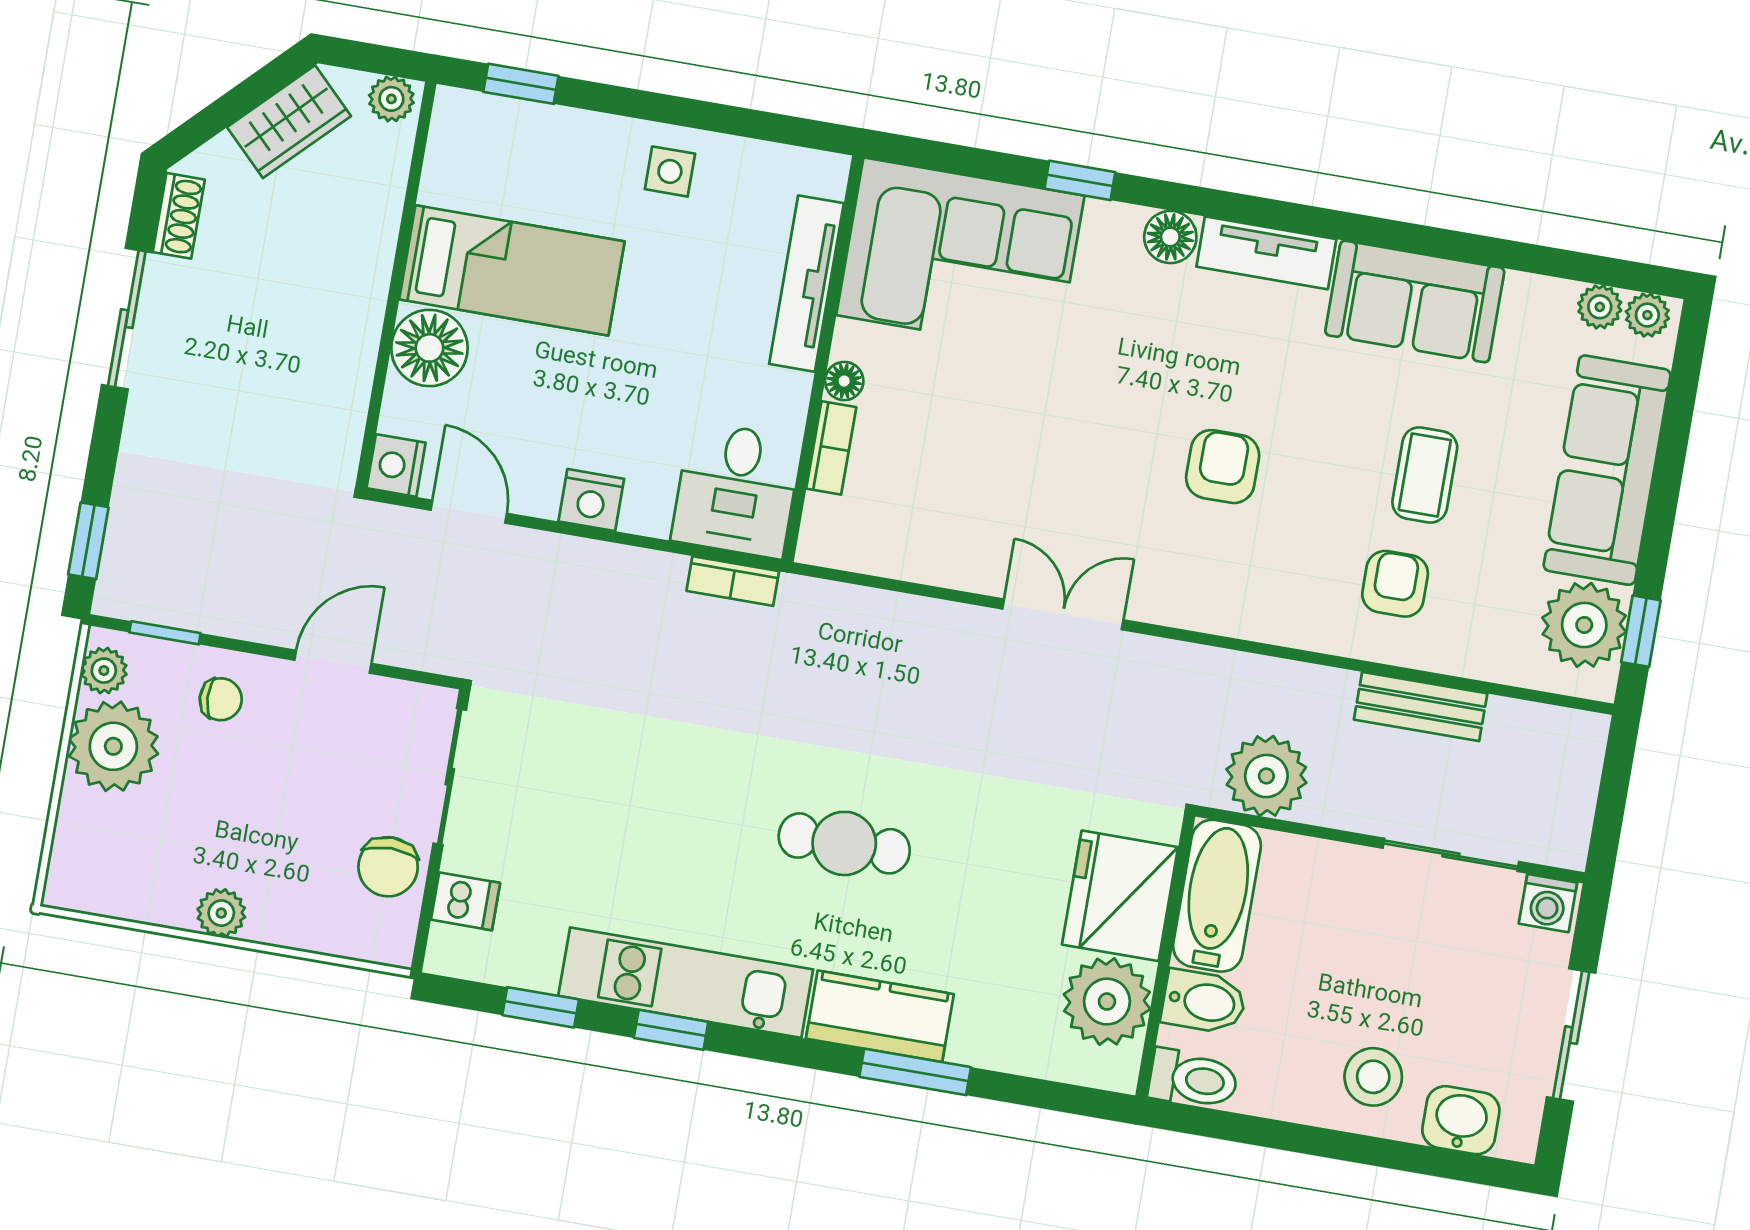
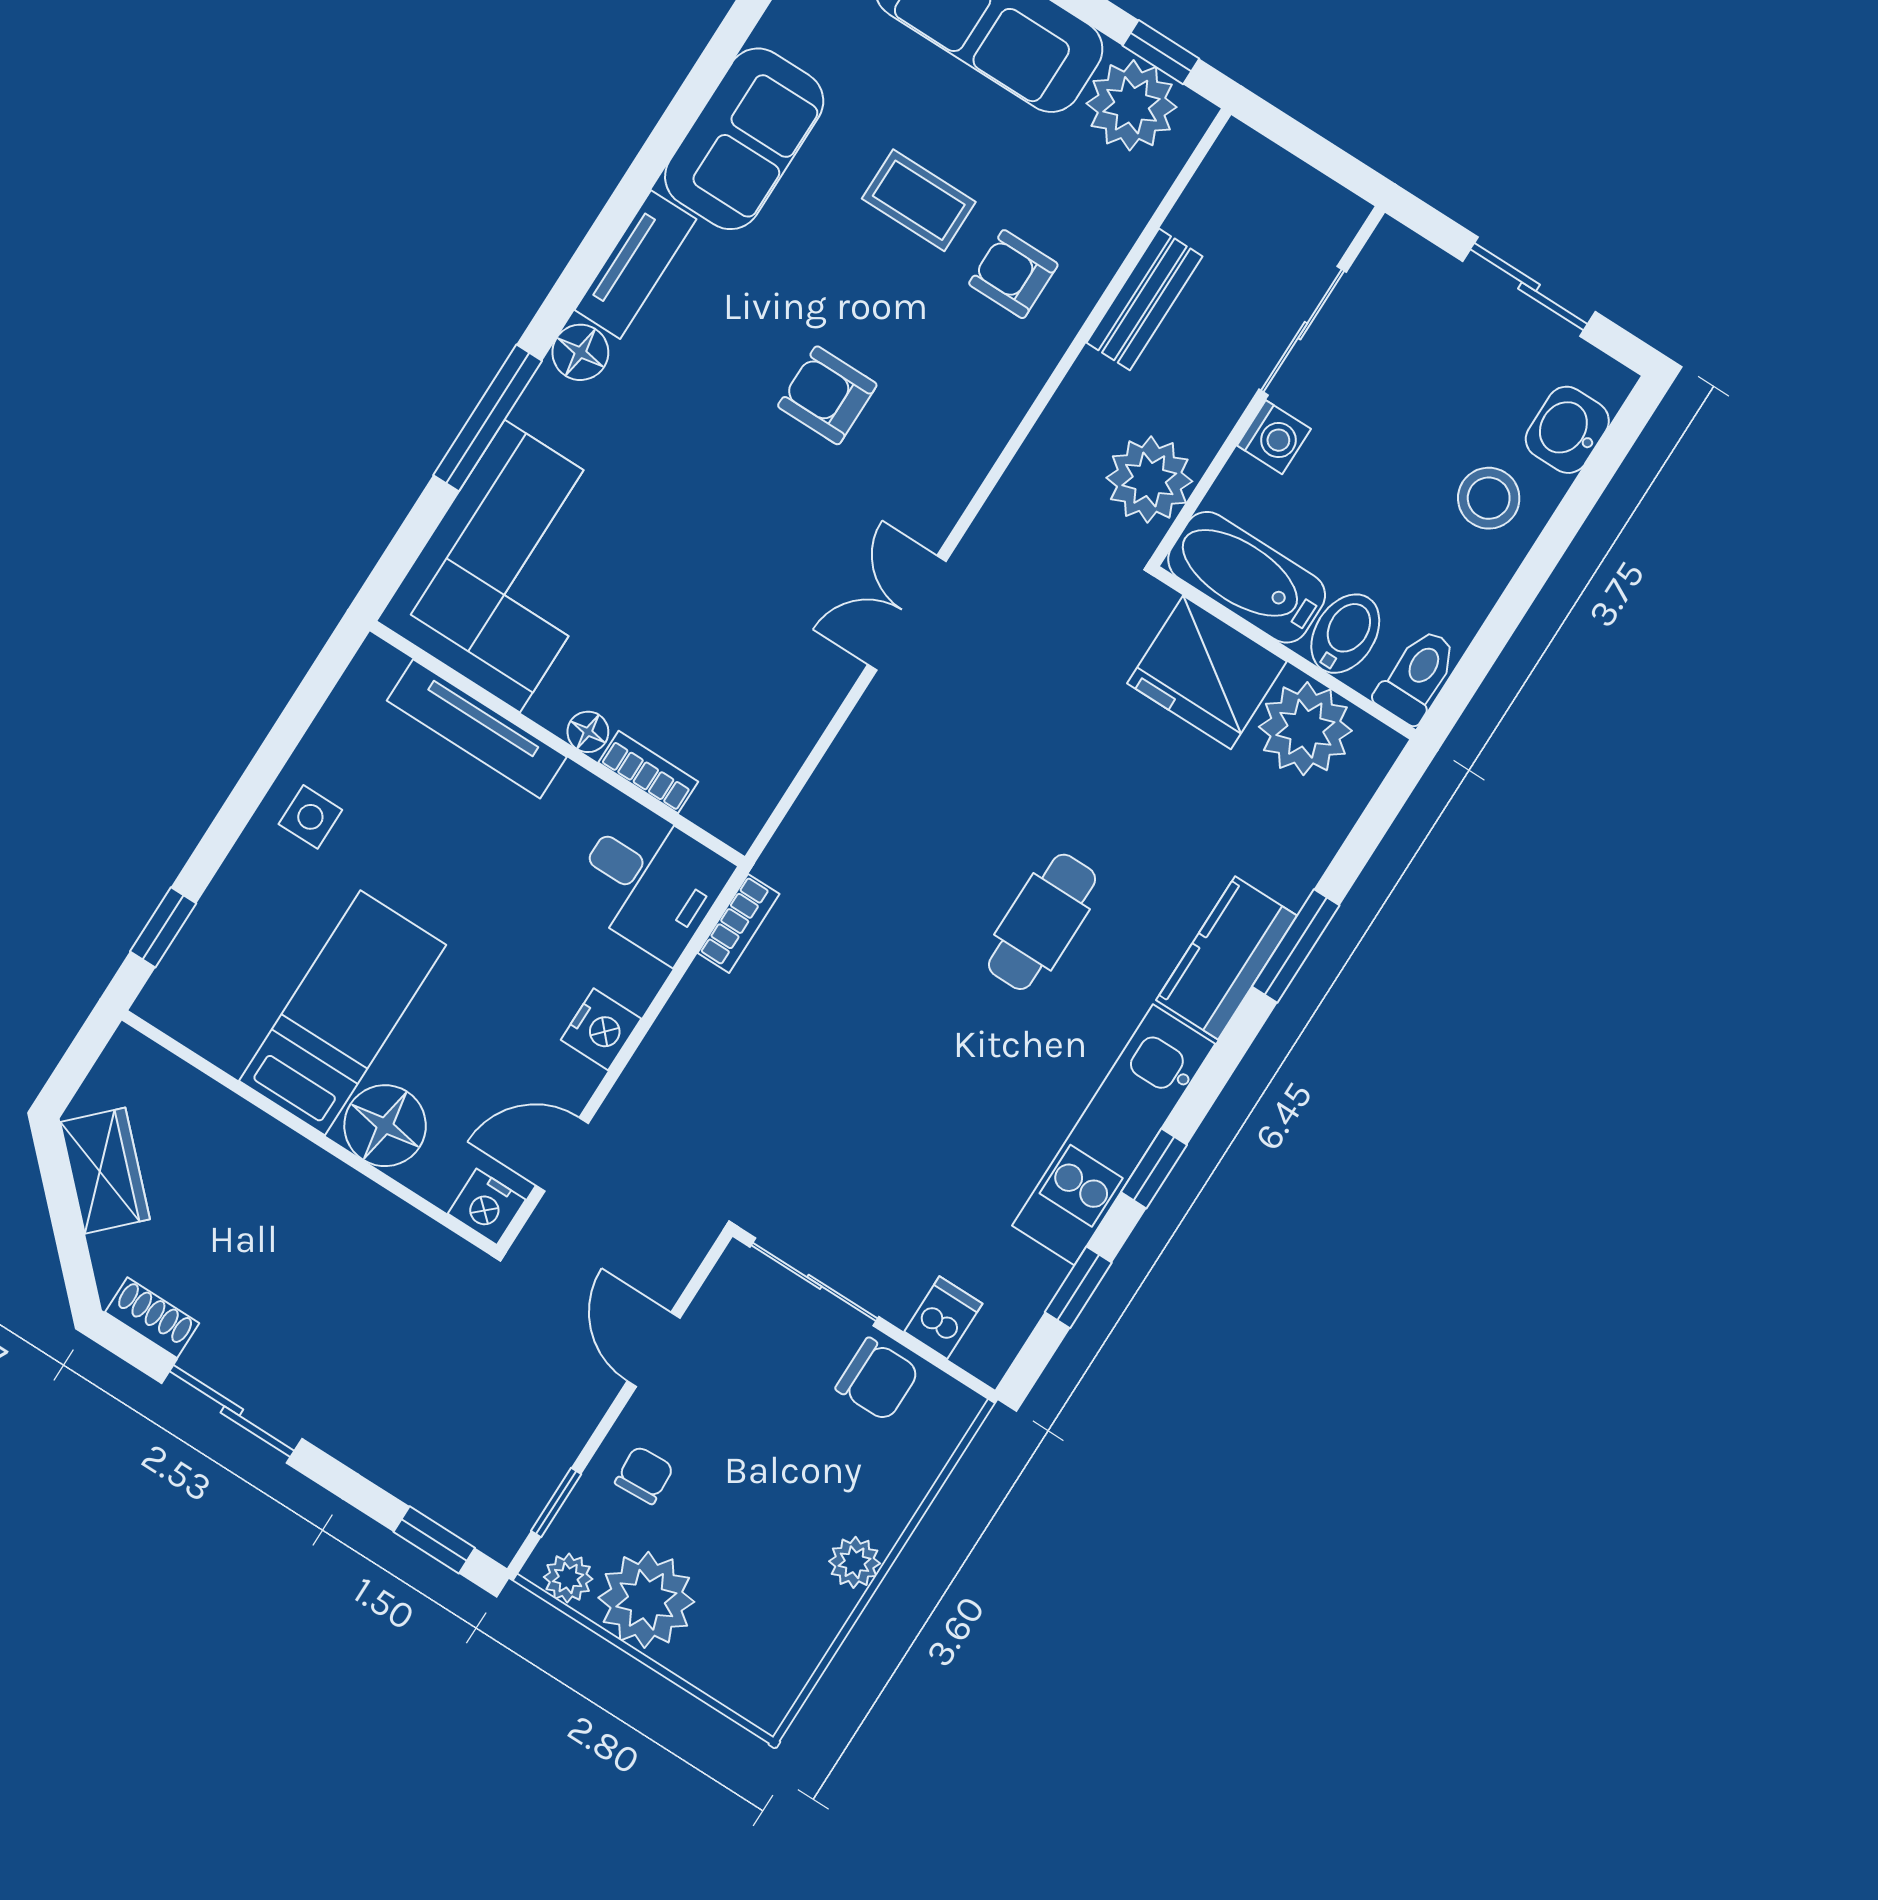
plant: (391, 99) -> (125, 1061), removed
window: (1080, 180) -> (488, 418), width x2.17
washing machine: (1548, 903) -> (1274, 437), moved

